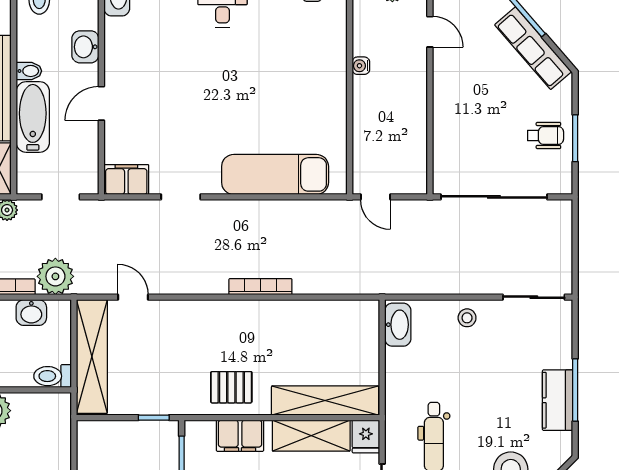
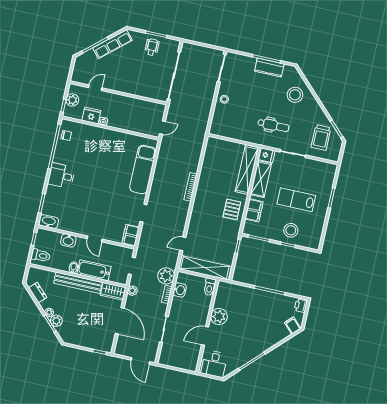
fridge: (368, 37) -> (91, 116), added
washbasin: (398, 325) -> (221, 130), removed

